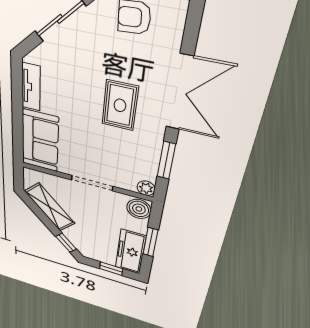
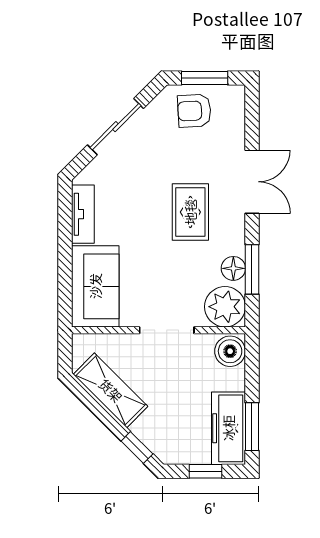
double door: (179, 93) -> (252, 182), width x0.73
floor lamp: (151, 156) -> (233, 268), added
plant: (146, 188) -> (225, 307), width x1.87, depth x1.87
window: (150, 242) -> (252, 427), moved

